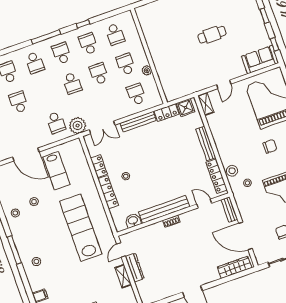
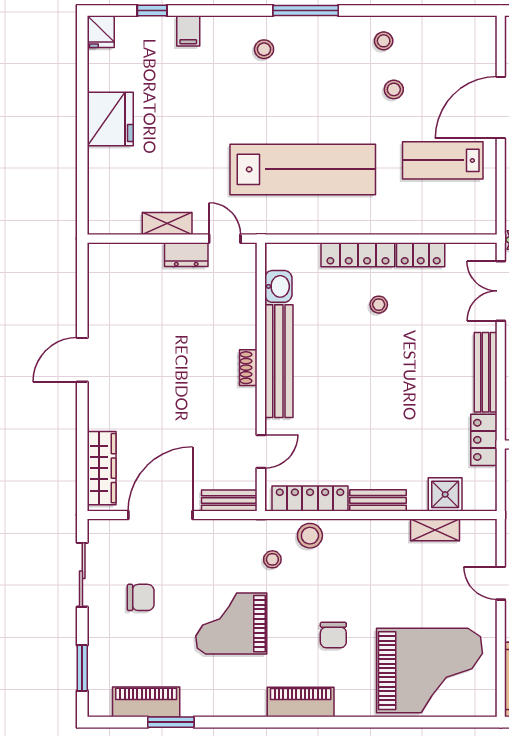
shelving: (206, 104) -> (435, 530), moved
shower: (186, 108) -> (445, 494), moved
bench: (206, 143) -> (378, 500), width x0.73
dresser: (135, 268) -> (186, 255), width x0.70

